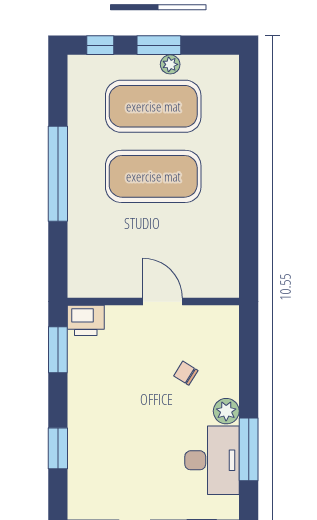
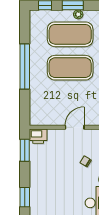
door: (163, 302) -> (75, 127), hinge flipped

